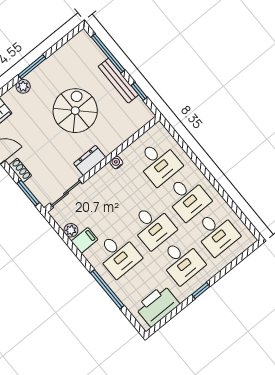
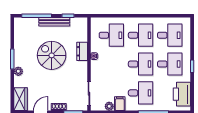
dresser: (90, 160) -> (82, 51), moved

